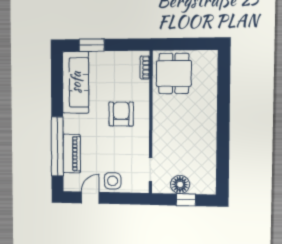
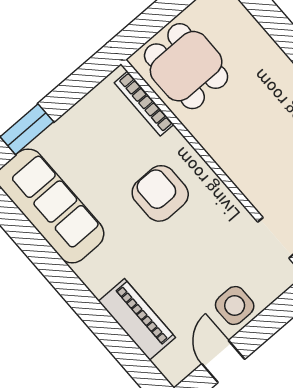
bookcase: (145, 68) -> (144, 104), width x1.56
window: (57, 146) -> (106, 328), removed

